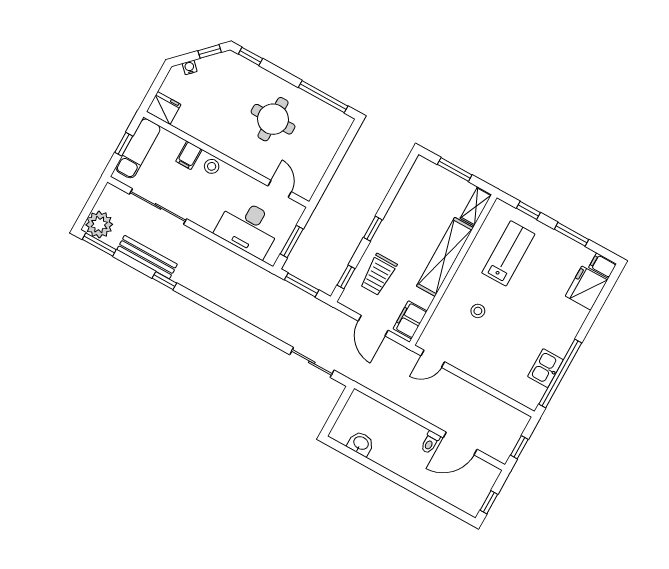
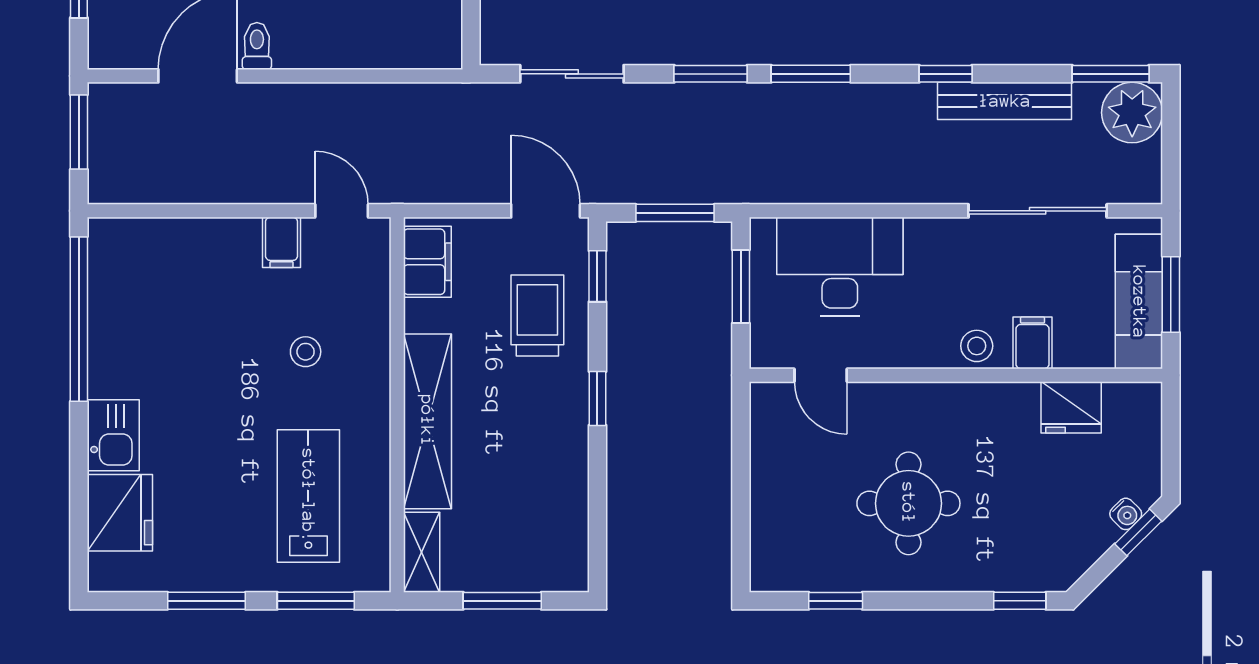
window: (210, 51) -> (1138, 532), moved
window: (323, 97) -> (836, 601), width x0.46
fridge: (164, 108) -> (1071, 407), moved
window: (124, 144) -> (1171, 294), width x1.50
window: (528, 210) -> (316, 601), width x1.50
lab bench: (508, 253) -> (308, 496), turned 180
filing cabinet: (603, 266) -> (282, 242), moved, turned 90
window: (218, 310) -> (811, 74), added
door: (373, 326) -> (546, 211), moved
window: (257, 332) -> (711, 74), added
door: (433, 359) -> (342, 211), hinge flipped
kitchen sink: (545, 368) -> (113, 435), moved
window: (519, 447) -> (79, 132), width x1.50

